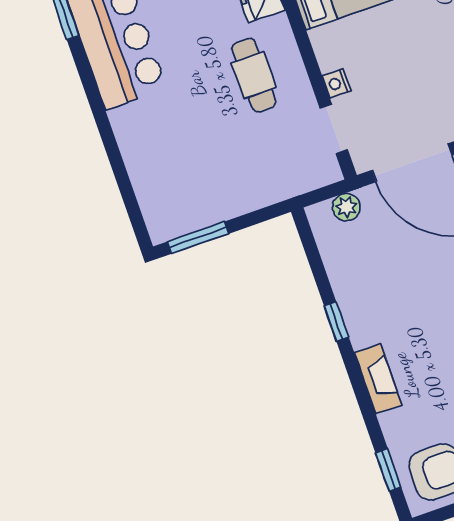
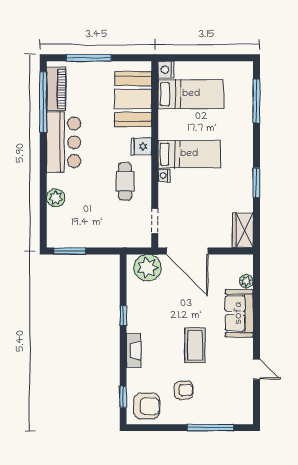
nightstand: (336, 83) -> (164, 176), moved
plant: (138, 150) -> (56, 198), added
plant: (346, 207) -> (148, 268), width x1.88, depth x1.88

